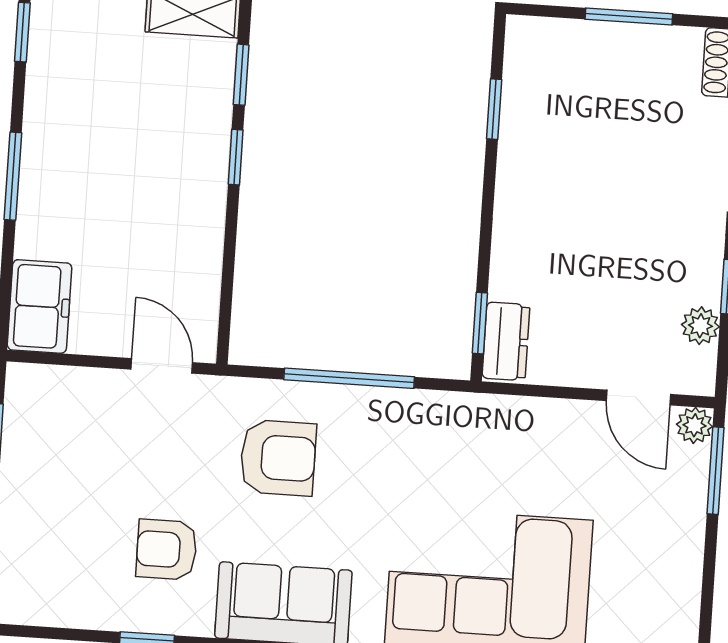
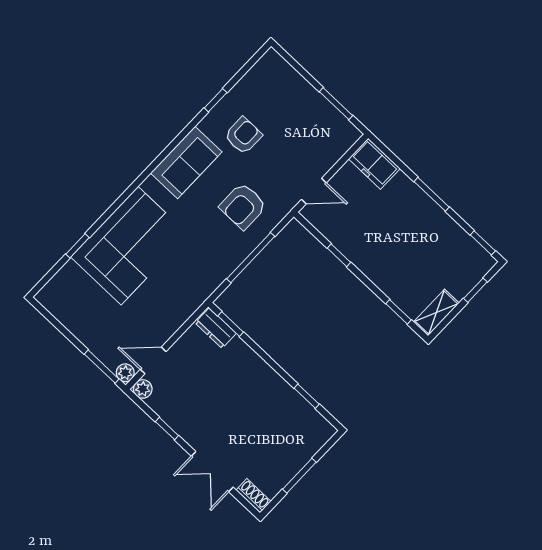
window: (236, 157) -> (339, 255), moved
plant: (700, 326) -> (143, 389), moved

